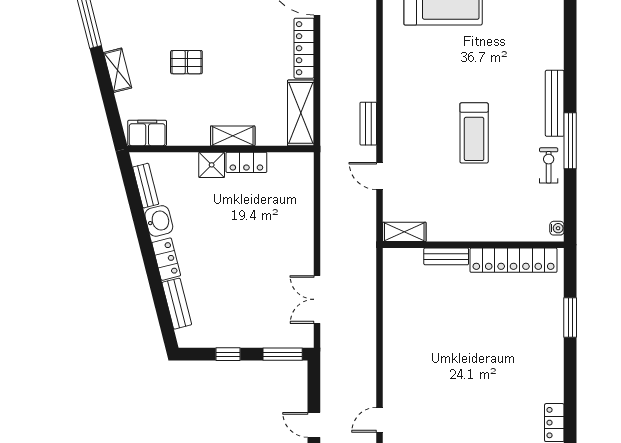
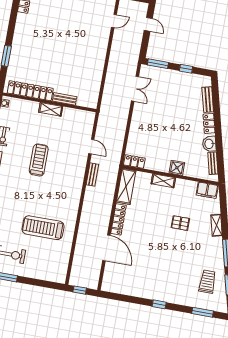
locker: (246, 162) -> (134, 162), moved
shelving: (404, 232) -> (51, 109), moved

